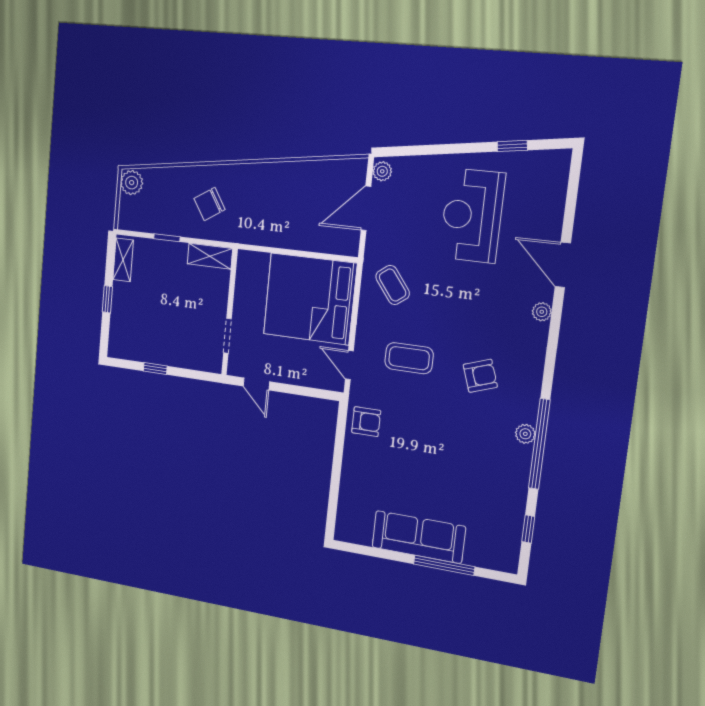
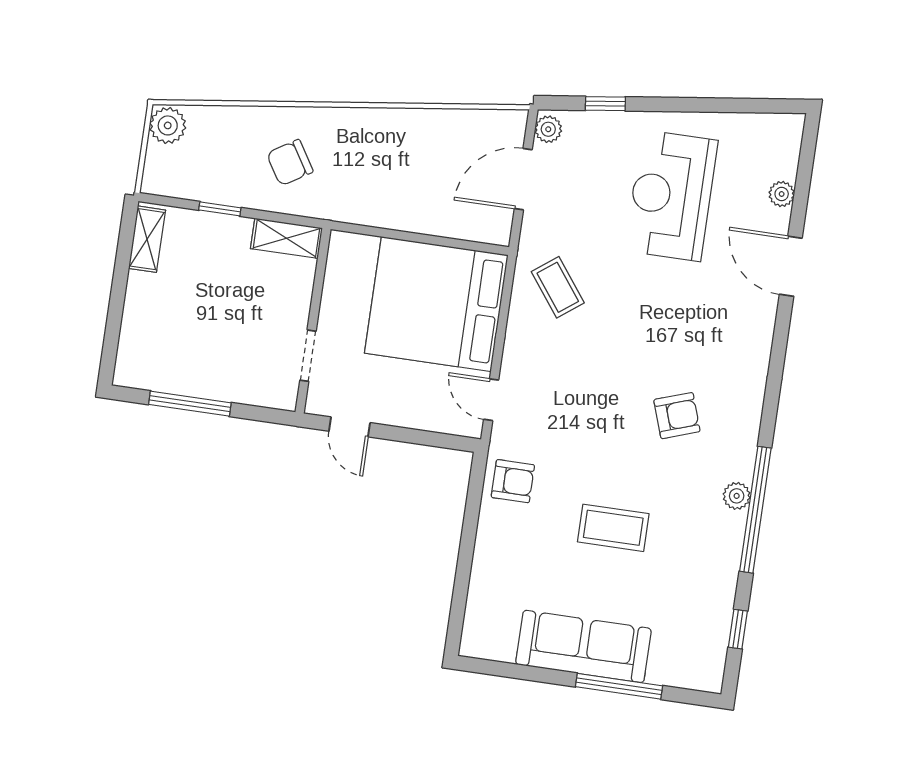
window: (512, 146) -> (605, 104), moved
window: (107, 299) -> (117, 298), removed
plant: (542, 312) -> (782, 194), moved
coffee table: (409, 358) -> (613, 528), moved
window: (155, 369) -> (190, 404), width x2.17

